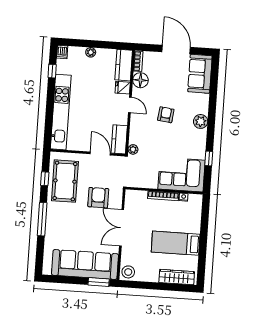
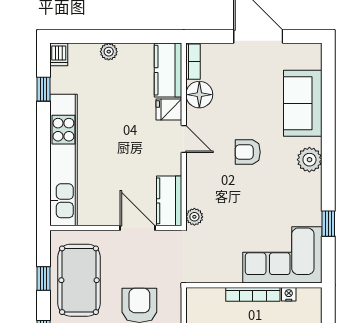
sofa: (200, 74) -> (303, 103), moved
armchair: (166, 115) -> (248, 152), turned -97

